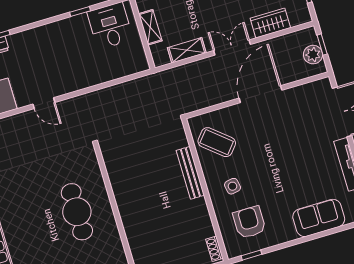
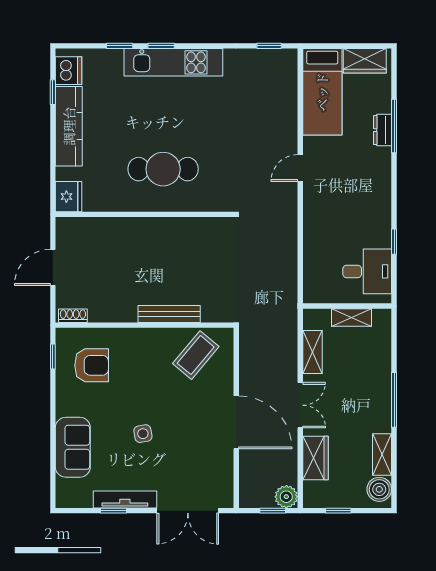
plant: (313, 55) -> (286, 497), moved
side table: (232, 186) -> (143, 434), moved

